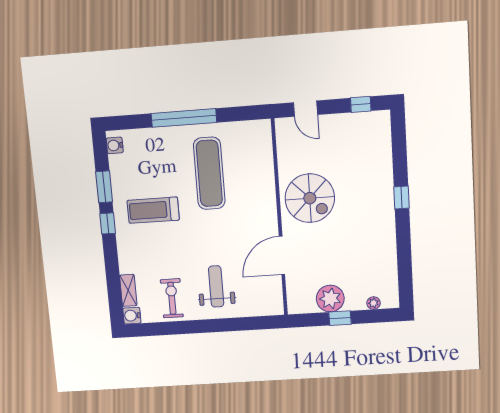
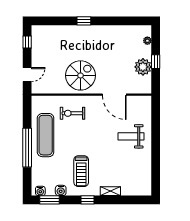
exercise mat: (209, 173) -> (46, 135), moved, turned 90
window: (104, 187) -> (49, 200), moved
shelving: (128, 290) -> (110, 191), moved
exercise bike: (172, 298) -> (72, 113), moved
water cooler: (132, 316) -> (61, 190), moved

